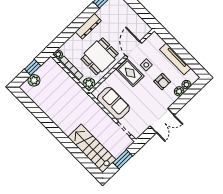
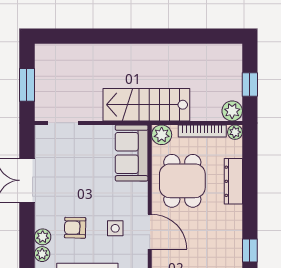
dresser: (88, 26) -> (233, 181), moved
rug: (130, 73) -> (125, 199), removed
plant: (34, 80) -> (232, 111), moved
sofa: (113, 103) -> (132, 153), moved, turned 90
stairs: (92, 148) -> (146, 105), moved, turned 180

